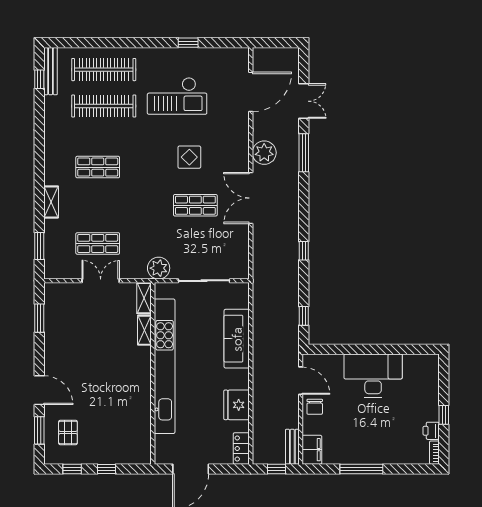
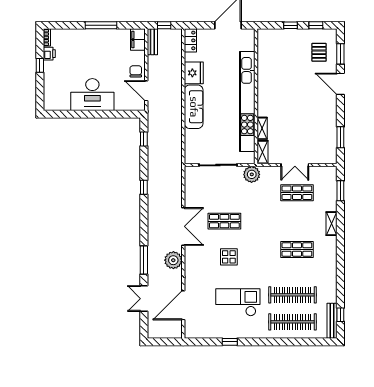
sofa: (237, 339) -> (194, 107), moved

